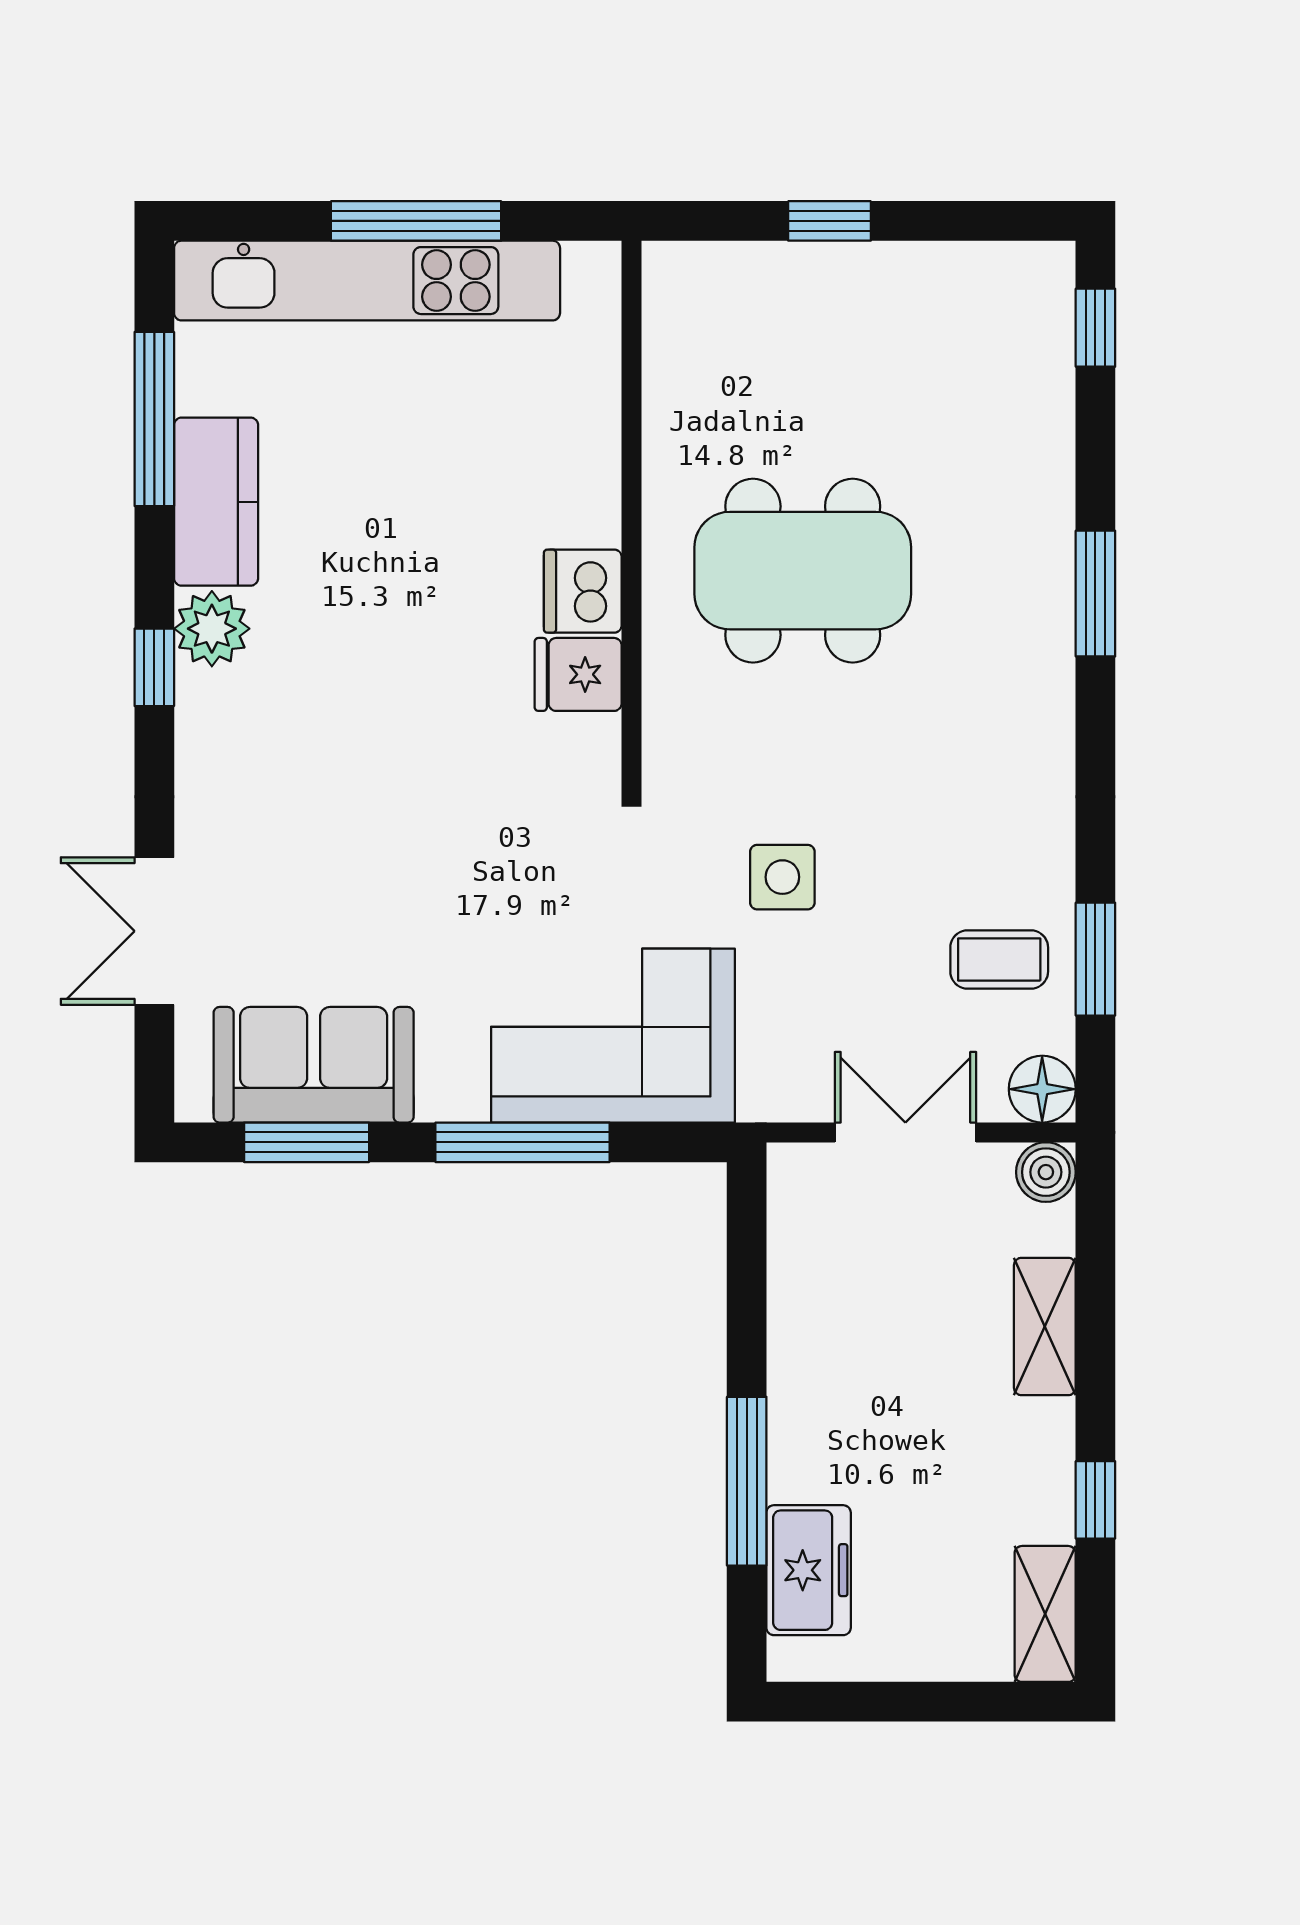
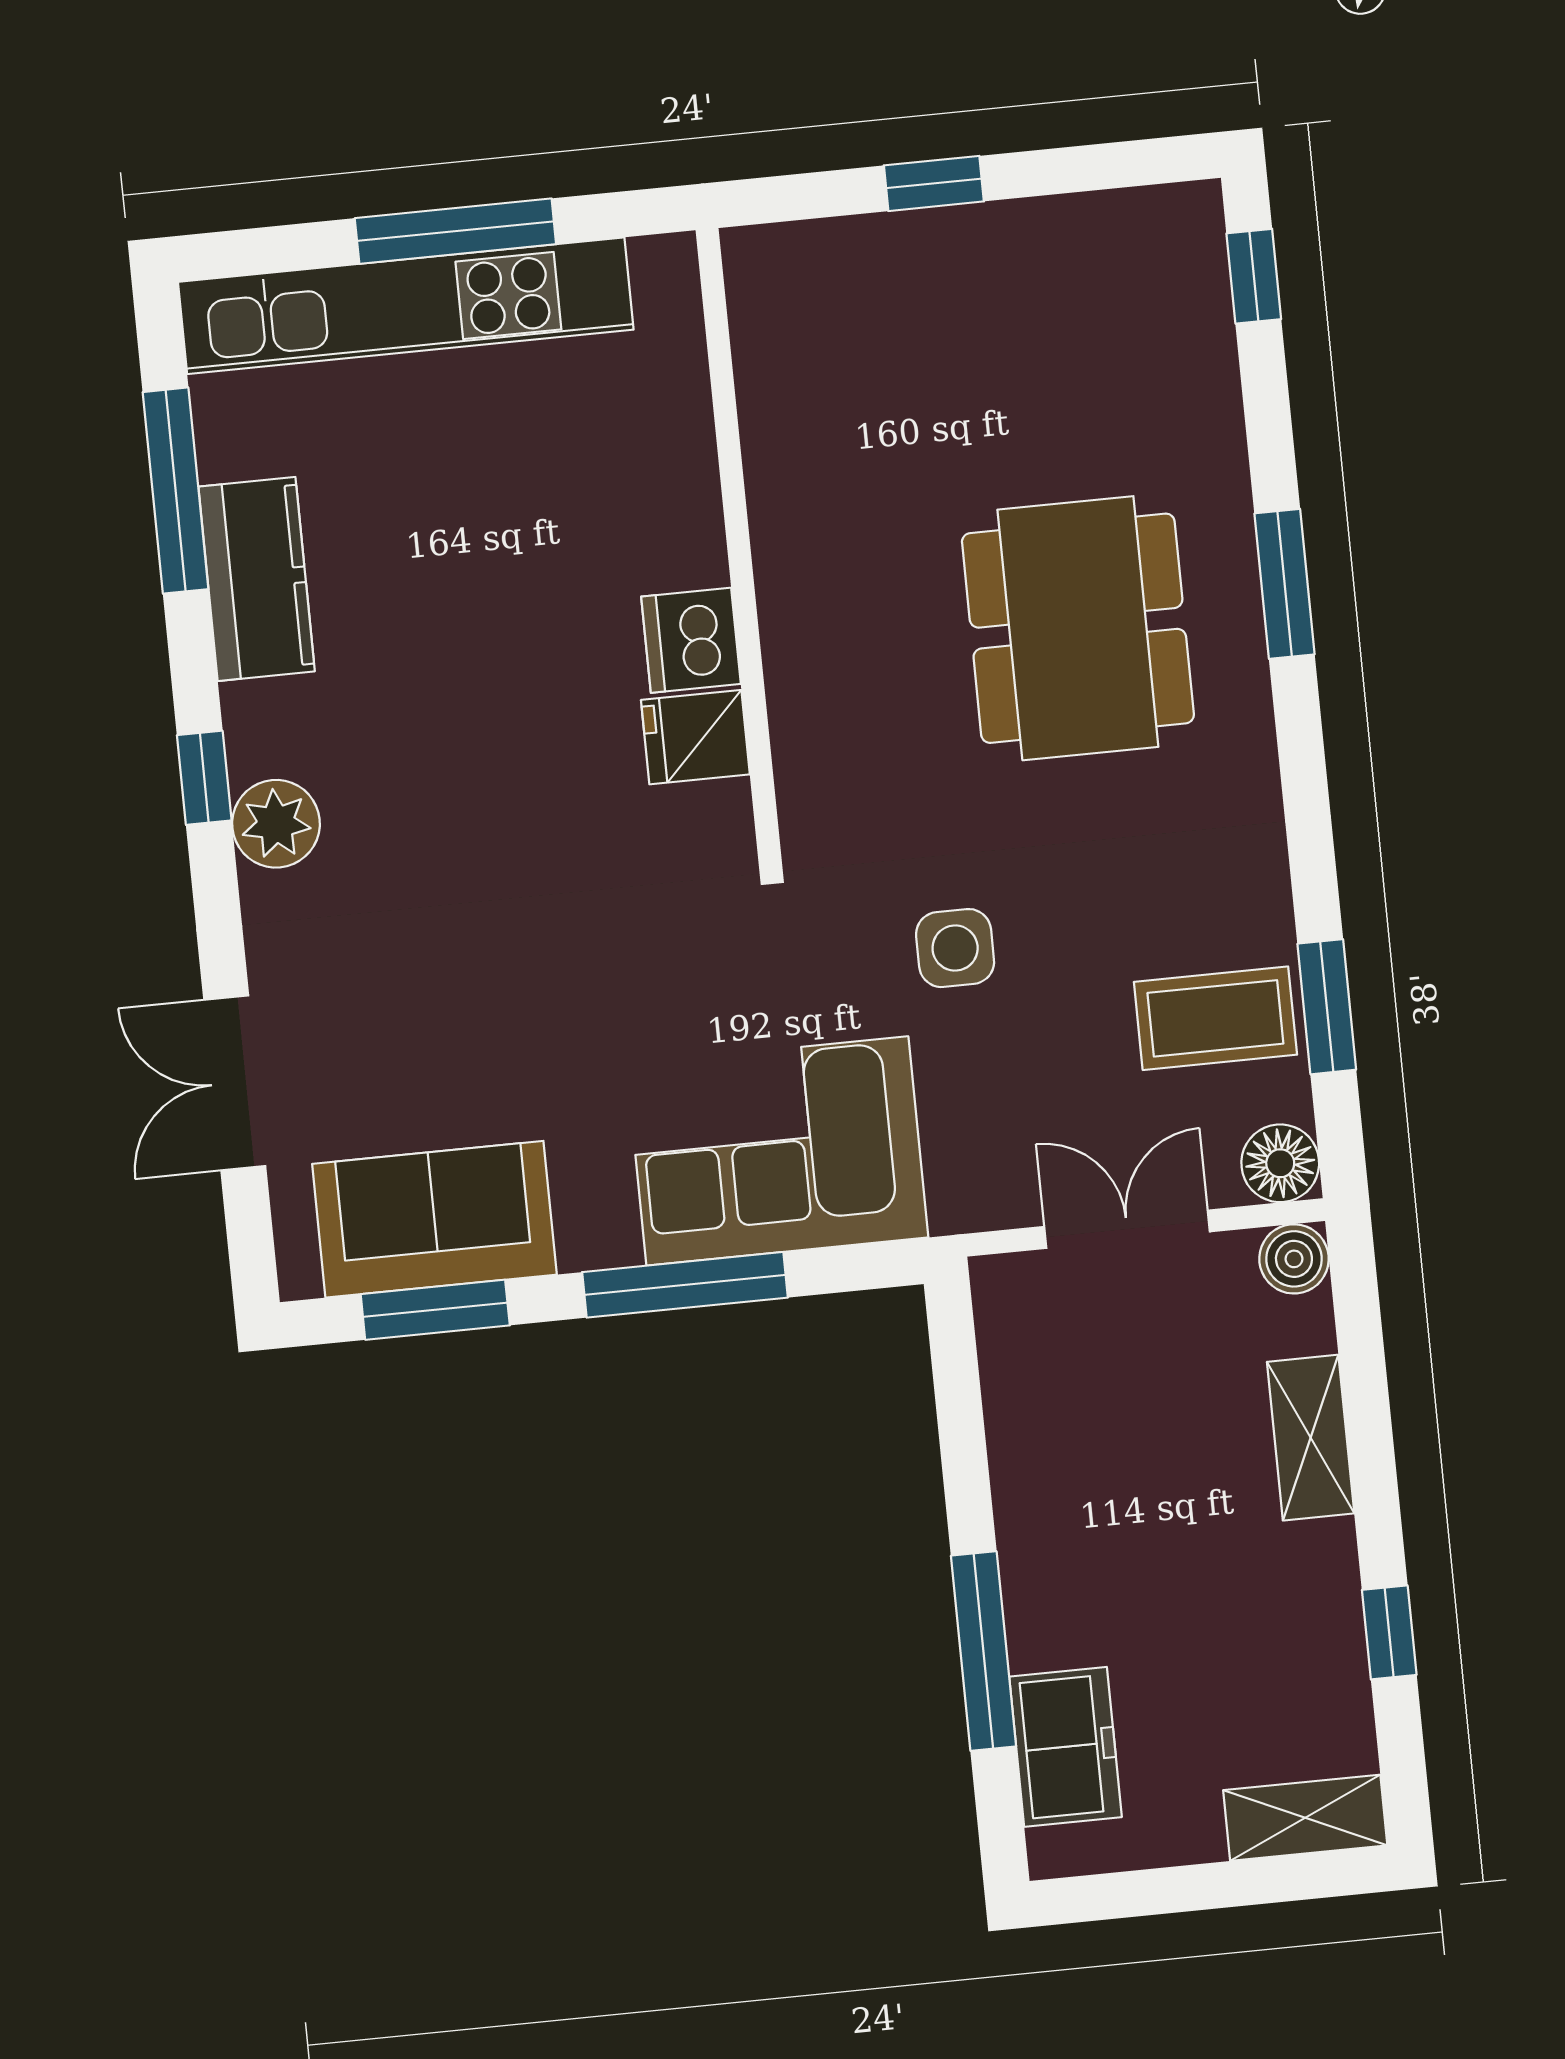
dining table: (803, 571) -> (1078, 628), moved, turned 90
plant: (212, 629) -> (276, 824), moved
coffee table: (999, 959) -> (1215, 1018), width x1.36, depth x1.30
shelving: (1045, 1614) -> (1305, 1818), moved, turned 90

